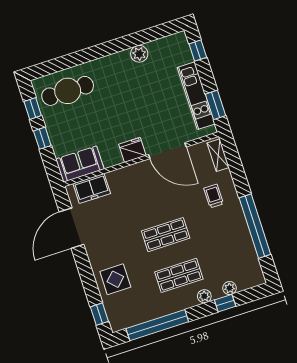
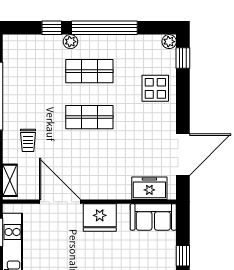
fridge: (132, 150) -> (100, 218), width x1.36, depth x1.34
plant: (230, 288) -> (169, 42), moved
window: (157, 325) -> (104, 28), moved

